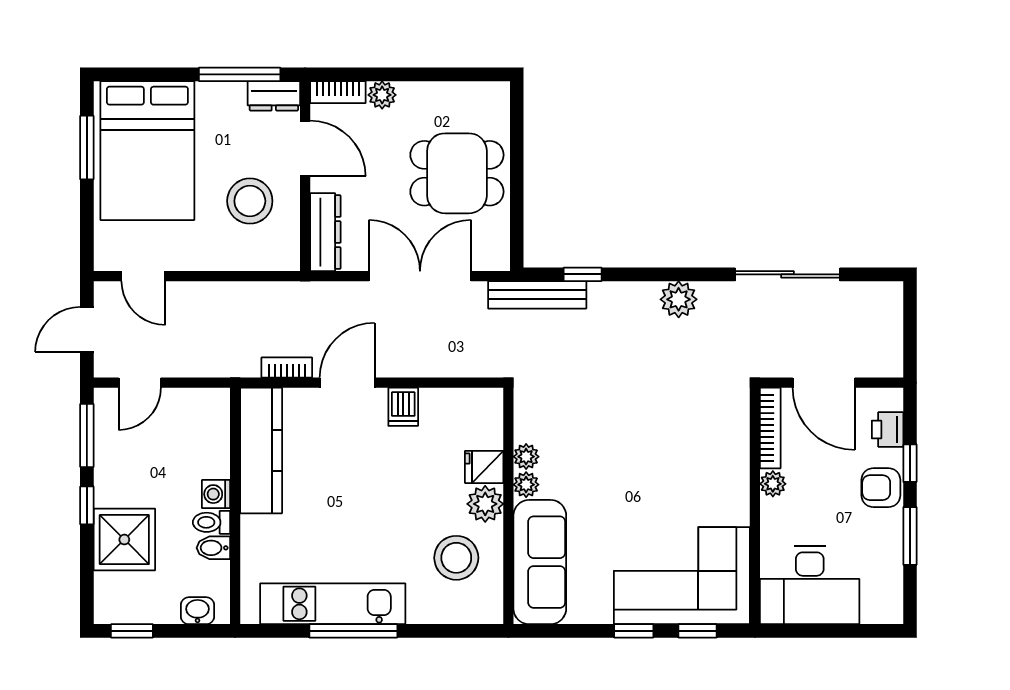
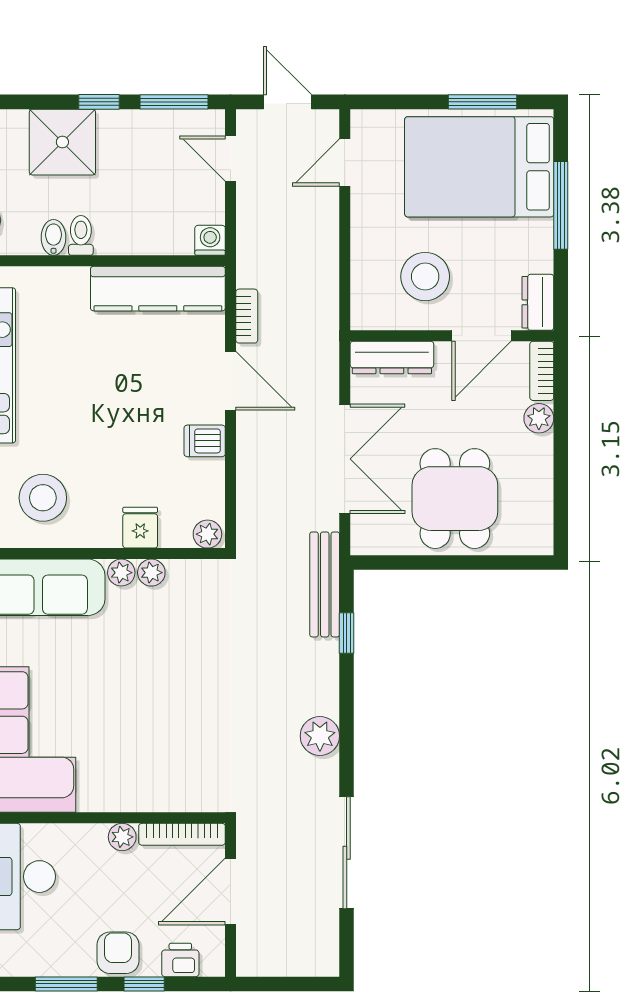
window: (240, 74) -> (561, 205), moved
washing machine: (216, 494) -> (210, 240), moved
plant: (485, 504) -> (207, 534), moved, width x0.73, depth x0.73

